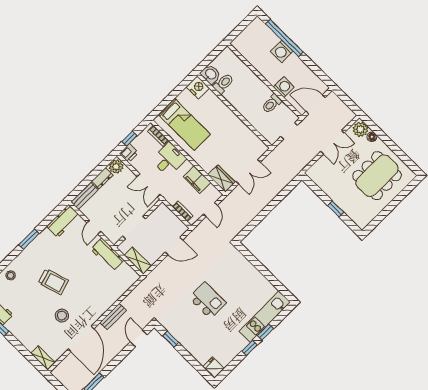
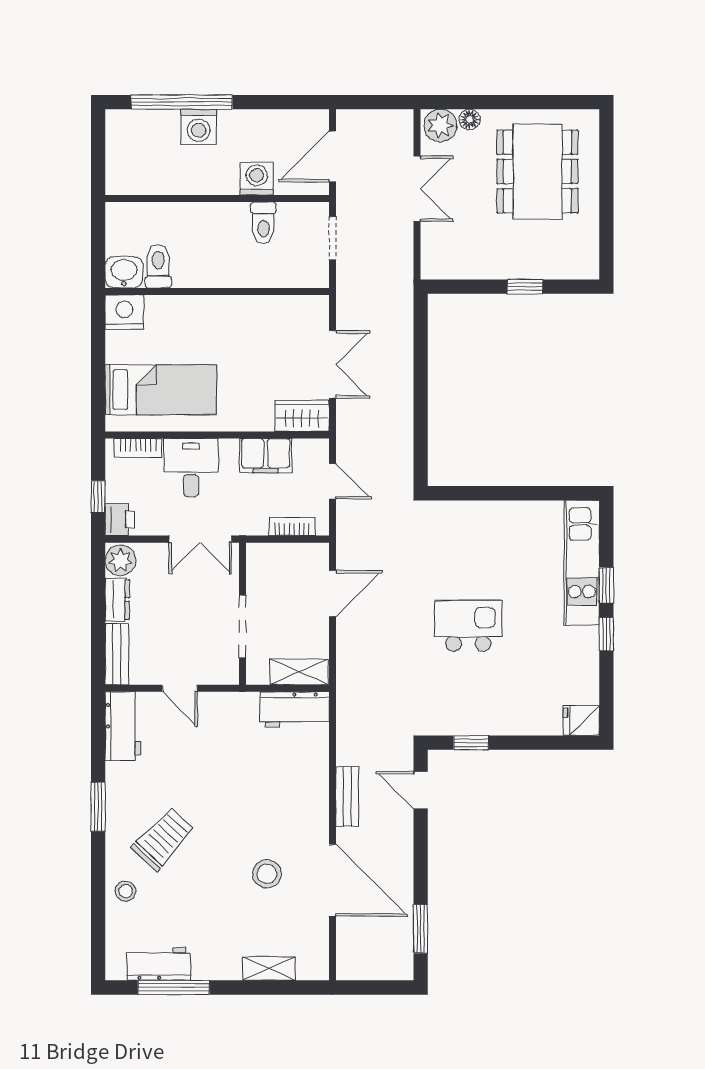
workbench: (107, 254) -> (295, 709), moved
trolley: (53, 282) -> (163, 839), moved, turned -30
shelving: (43, 358) -> (269, 969), moved

